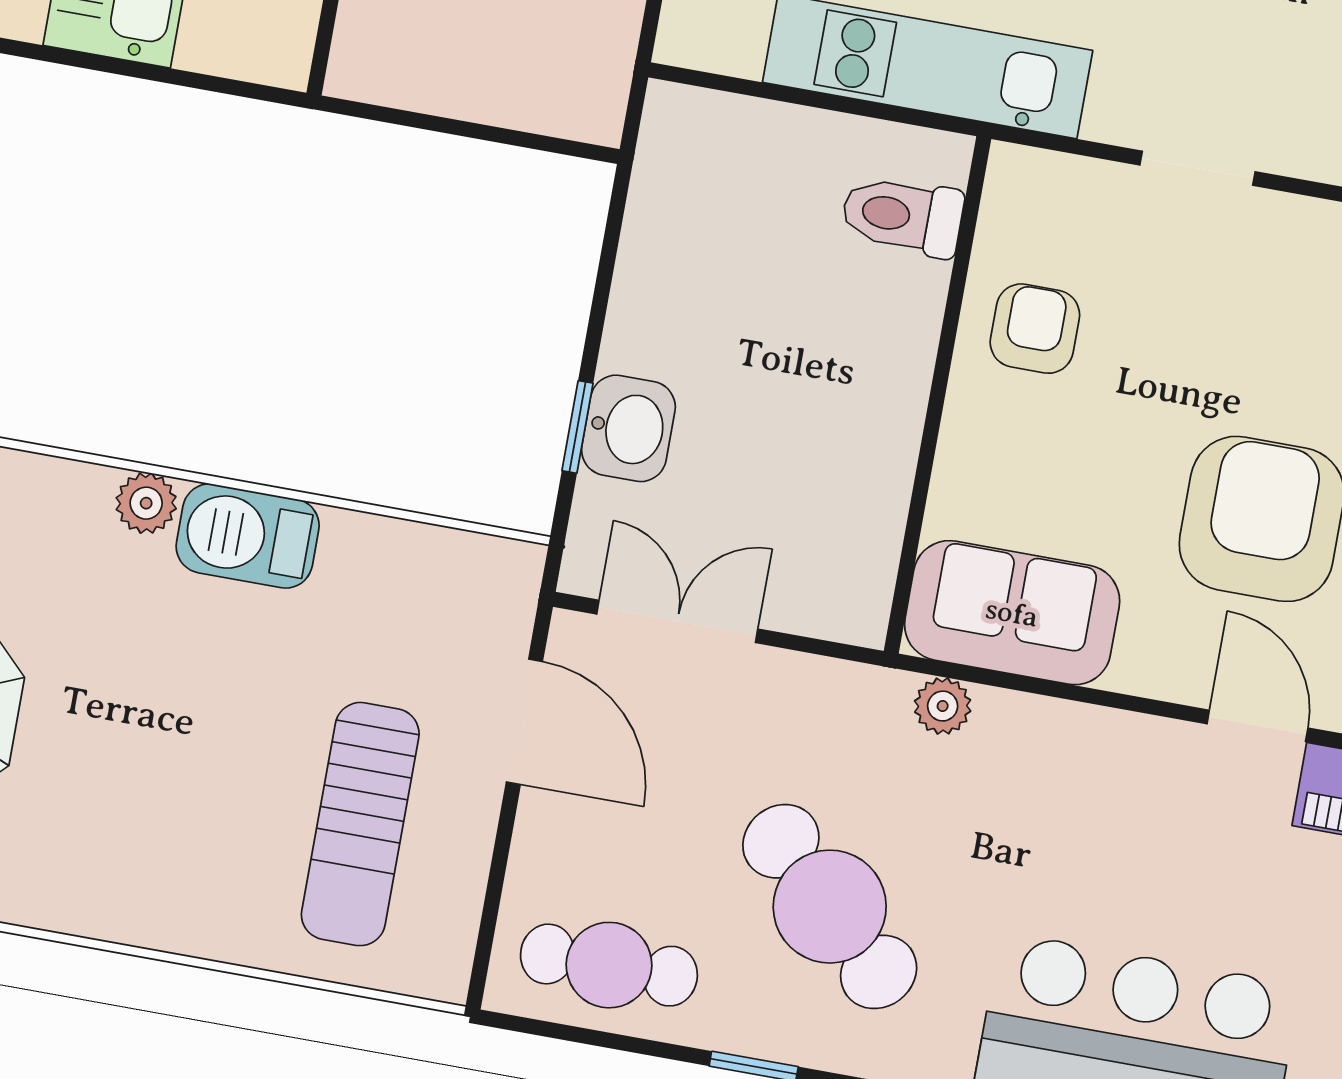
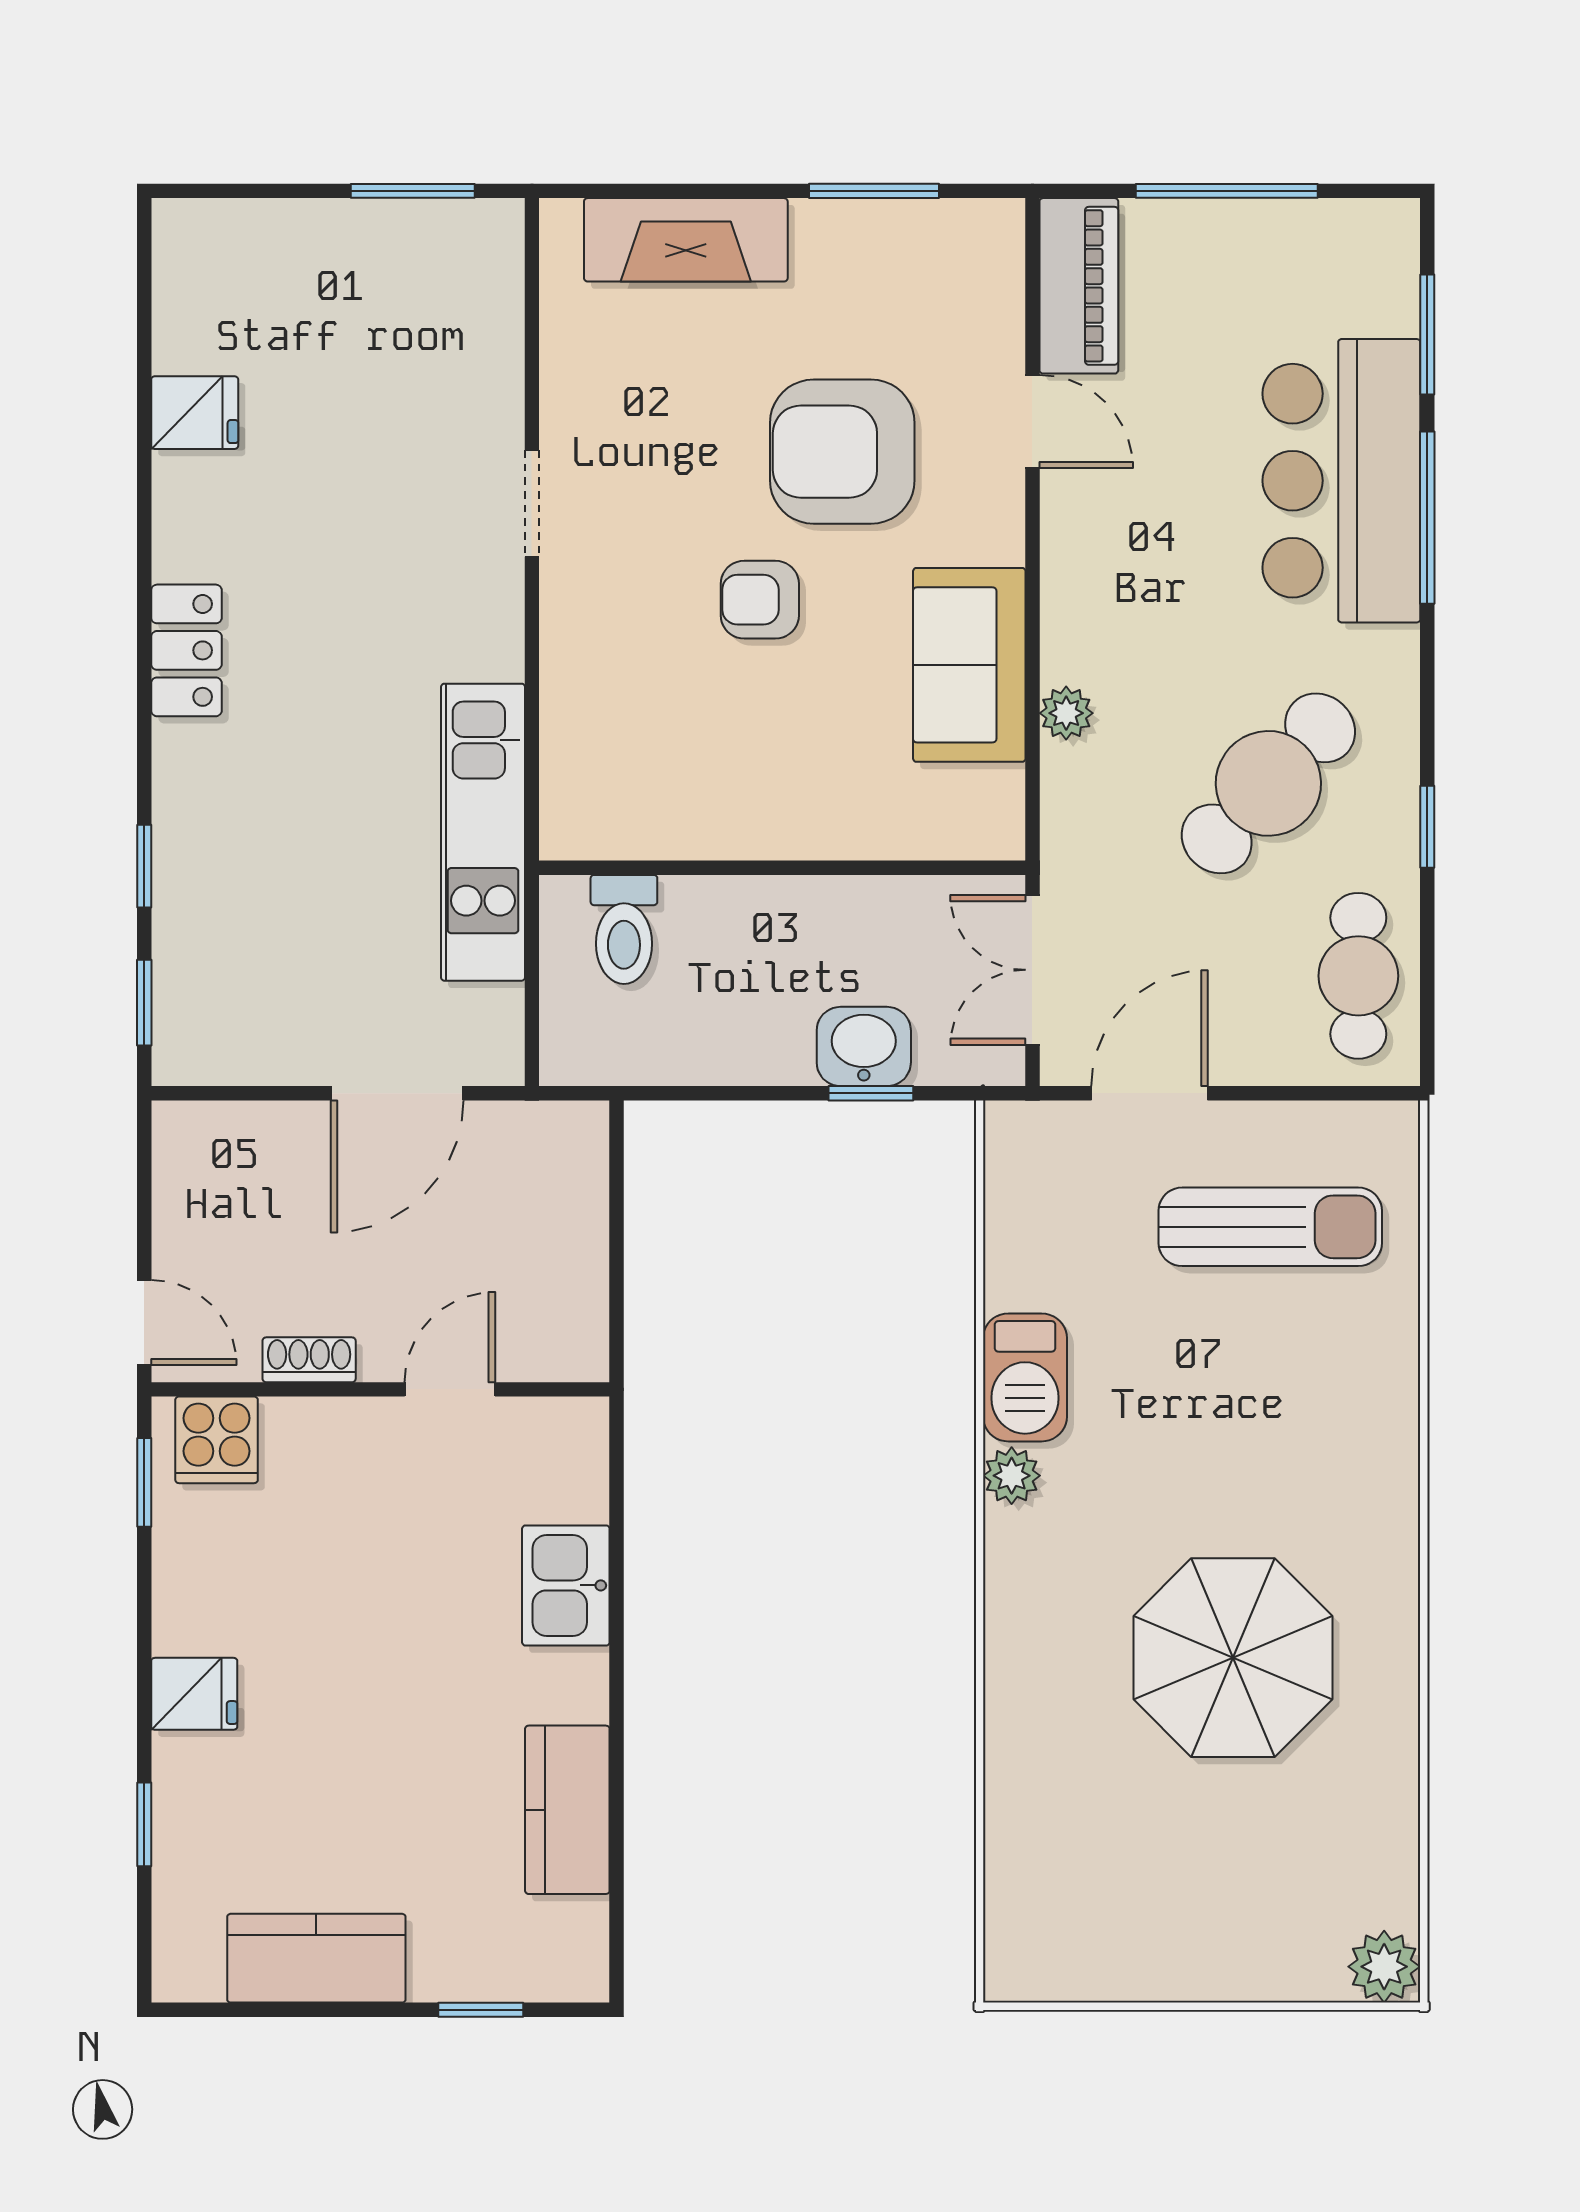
doorway: (1198, 168) -> (532, 503), moved
toilet: (902, 216) -> (624, 929), moved
armchair: (1035, 329) -> (760, 600), moved
wall: (937, 395) -> (782, 868), moved
door: (1257, 726) -> (1032, 422), swing flipped

